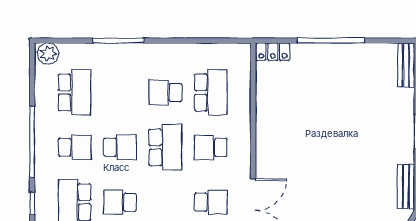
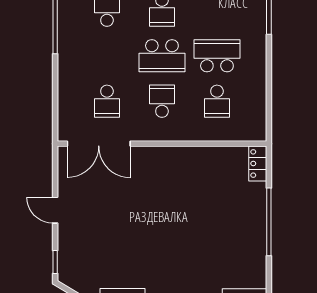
school desk: (165, 92) -> (217, 56), width x1.85
school desk: (211, 92) -> (217, 101), width x0.54

